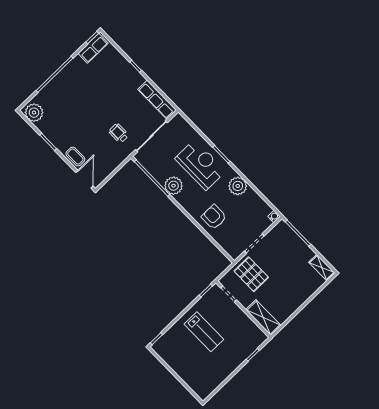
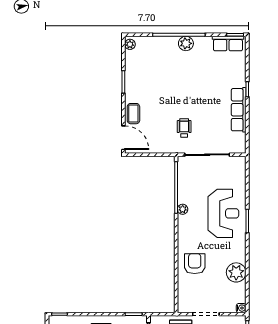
plant: (65, 76) -> (186, 43), added
row of seats: (157, 100) -> (239, 110), moved
plant: (34, 113) -> (130, 44), width x0.53, depth x0.53
door: (84, 179) -> (123, 138), hinge flipped
plant: (174, 186) -> (183, 209), width x0.53, depth x0.53
plant: (238, 186) -> (236, 272), moved

